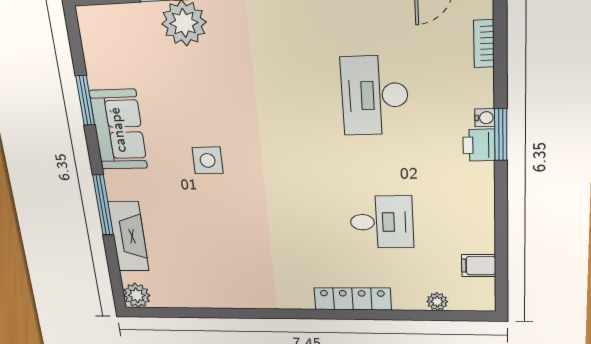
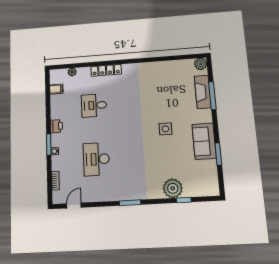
desk: (375, 95) -> (96, 159), turned 180
printer: (479, 145) -> (56, 126), moved
window: (103, 205) -> (212, 96), moved

